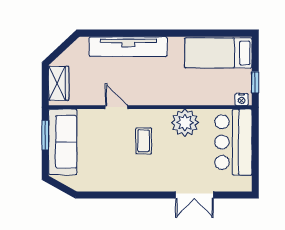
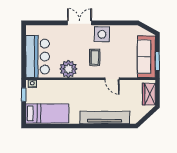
side table: (132, 177) -> (102, 34), added
double door: (194, 195) -> (80, 23), moved

